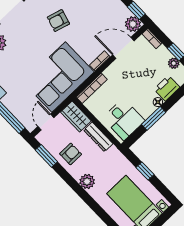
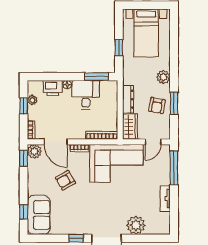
armchair: (58, 21) -> (65, 180), moved, turned 134
window: (154, 118) -> (97, 77), moved
desk: (124, 119) -> (86, 95), moved
armchair: (71, 154) -> (157, 105), turned -80
window: (46, 156) -> (174, 103), moved

